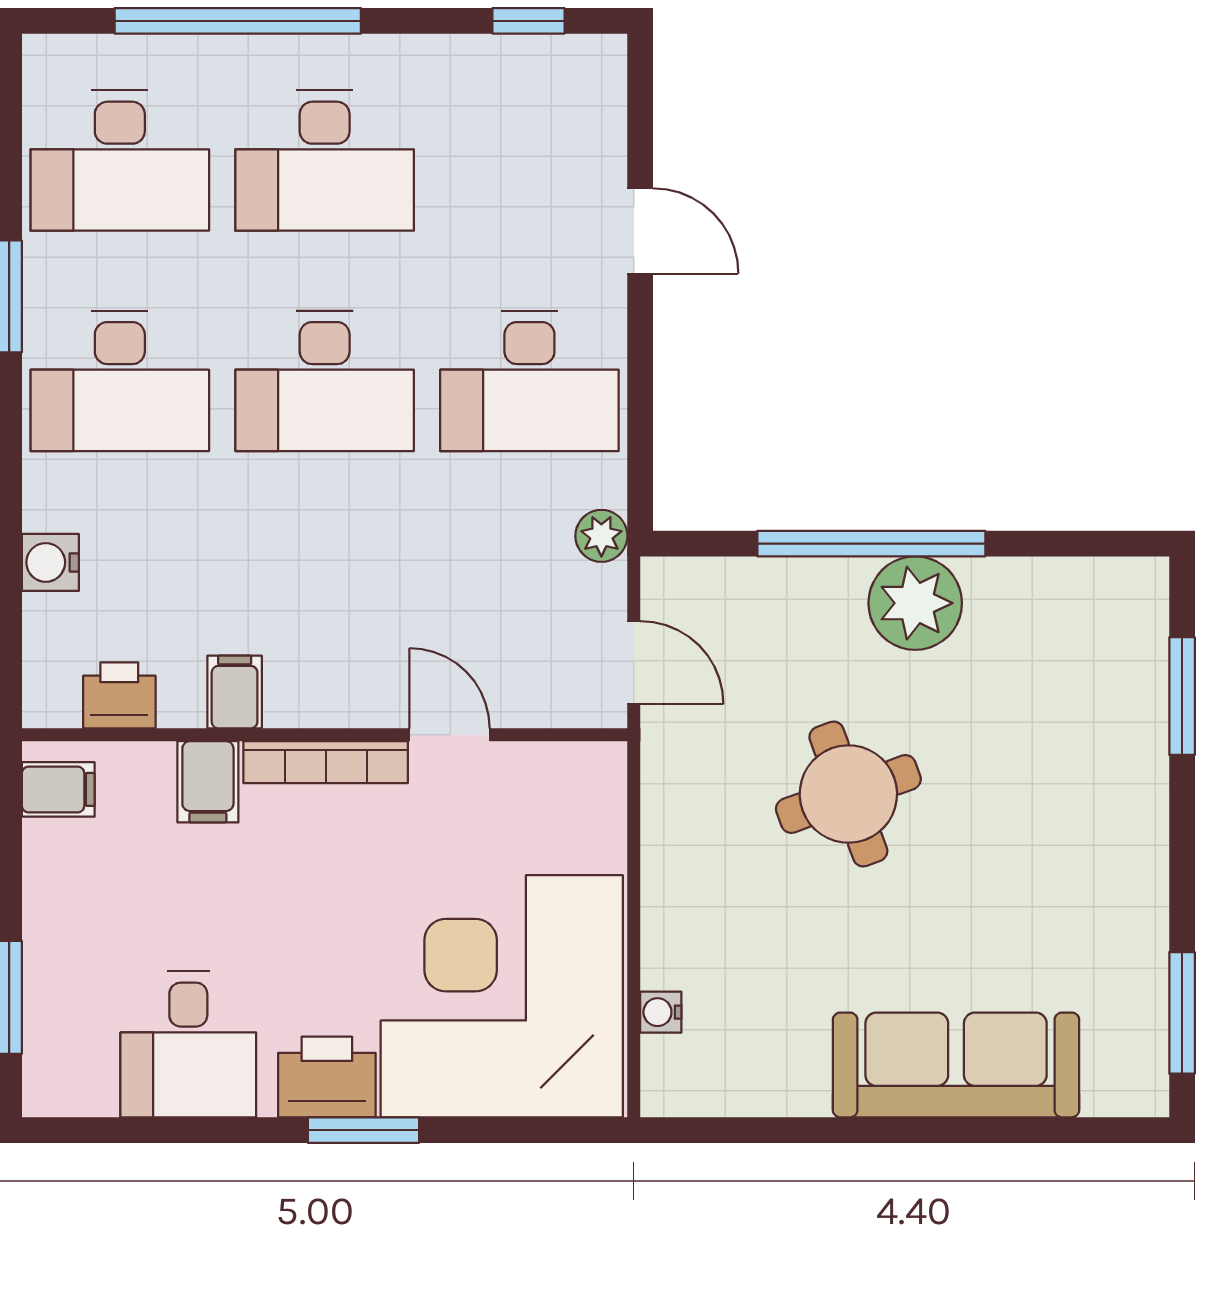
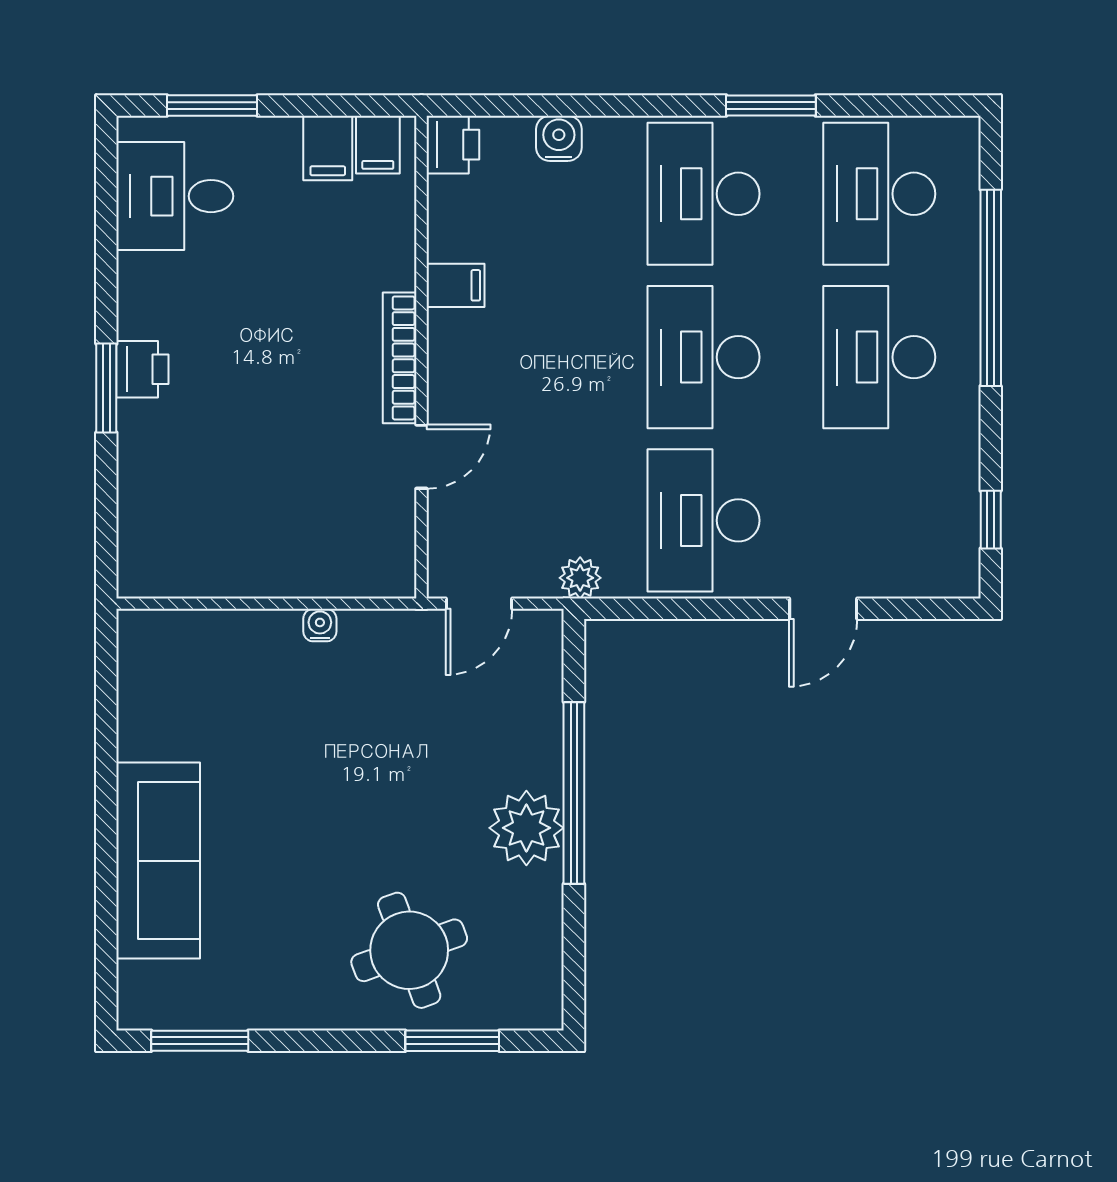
printer: (119, 695) -> (453, 145), moved
filing cabinet: (208, 782) -> (328, 148), moved, turned -90
round table: (848, 794) -> (409, 950), moved
corner desk: (502, 996) -> (213, 498), removed
water cooler: (661, 1012) -> (320, 625), moved
desk: (188, 1044) -> (175, 196), moved
printer: (327, 1077) -> (142, 369), width x0.73, depth x0.81

